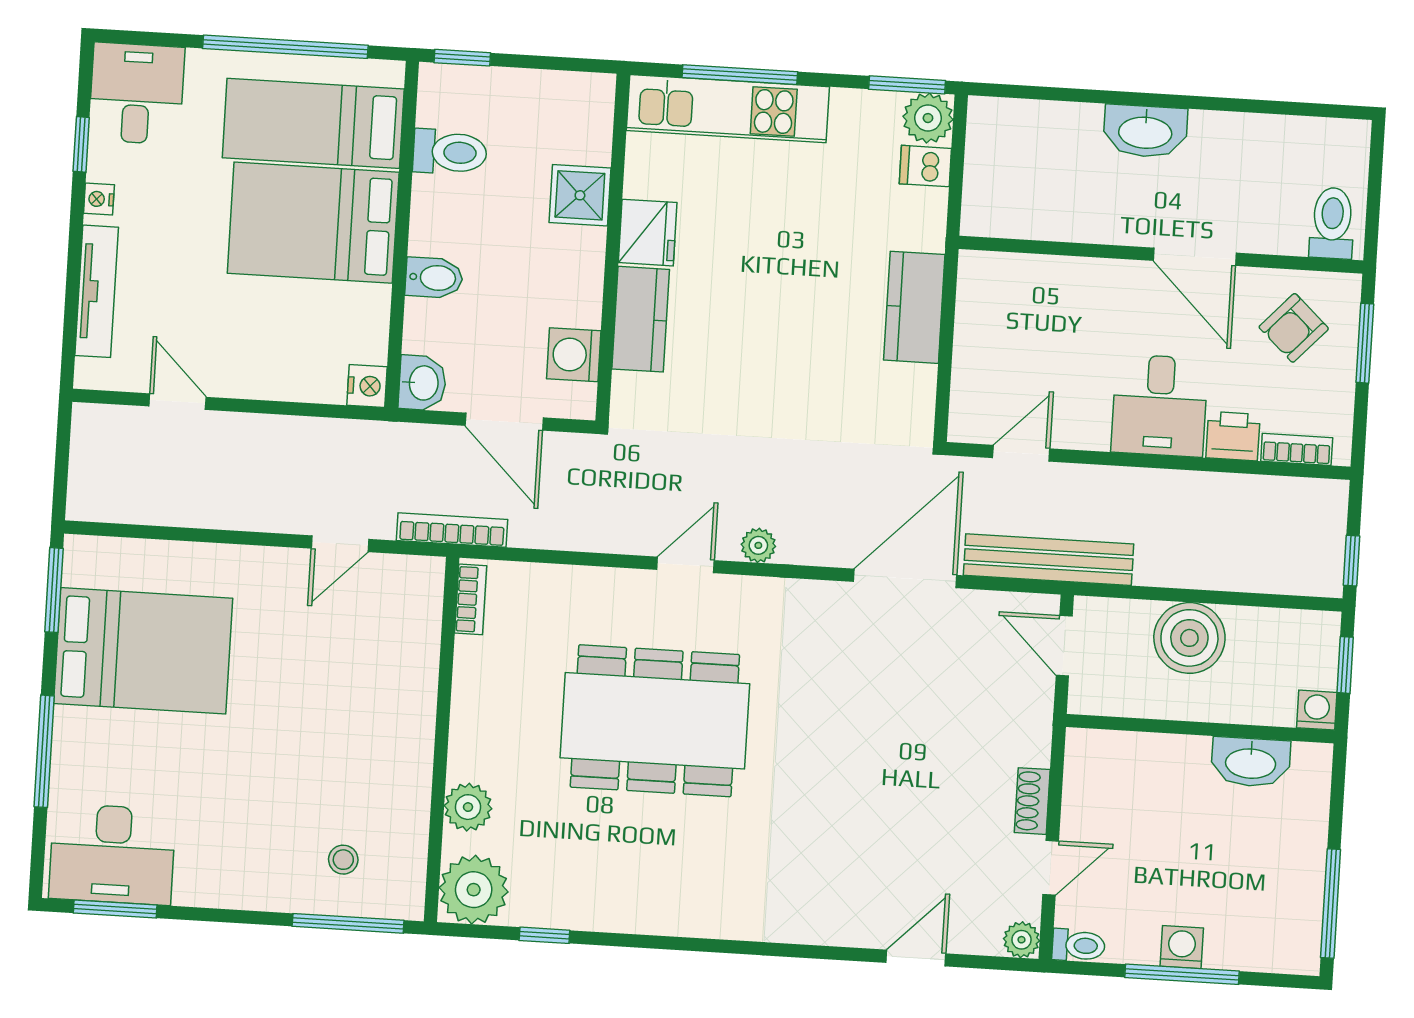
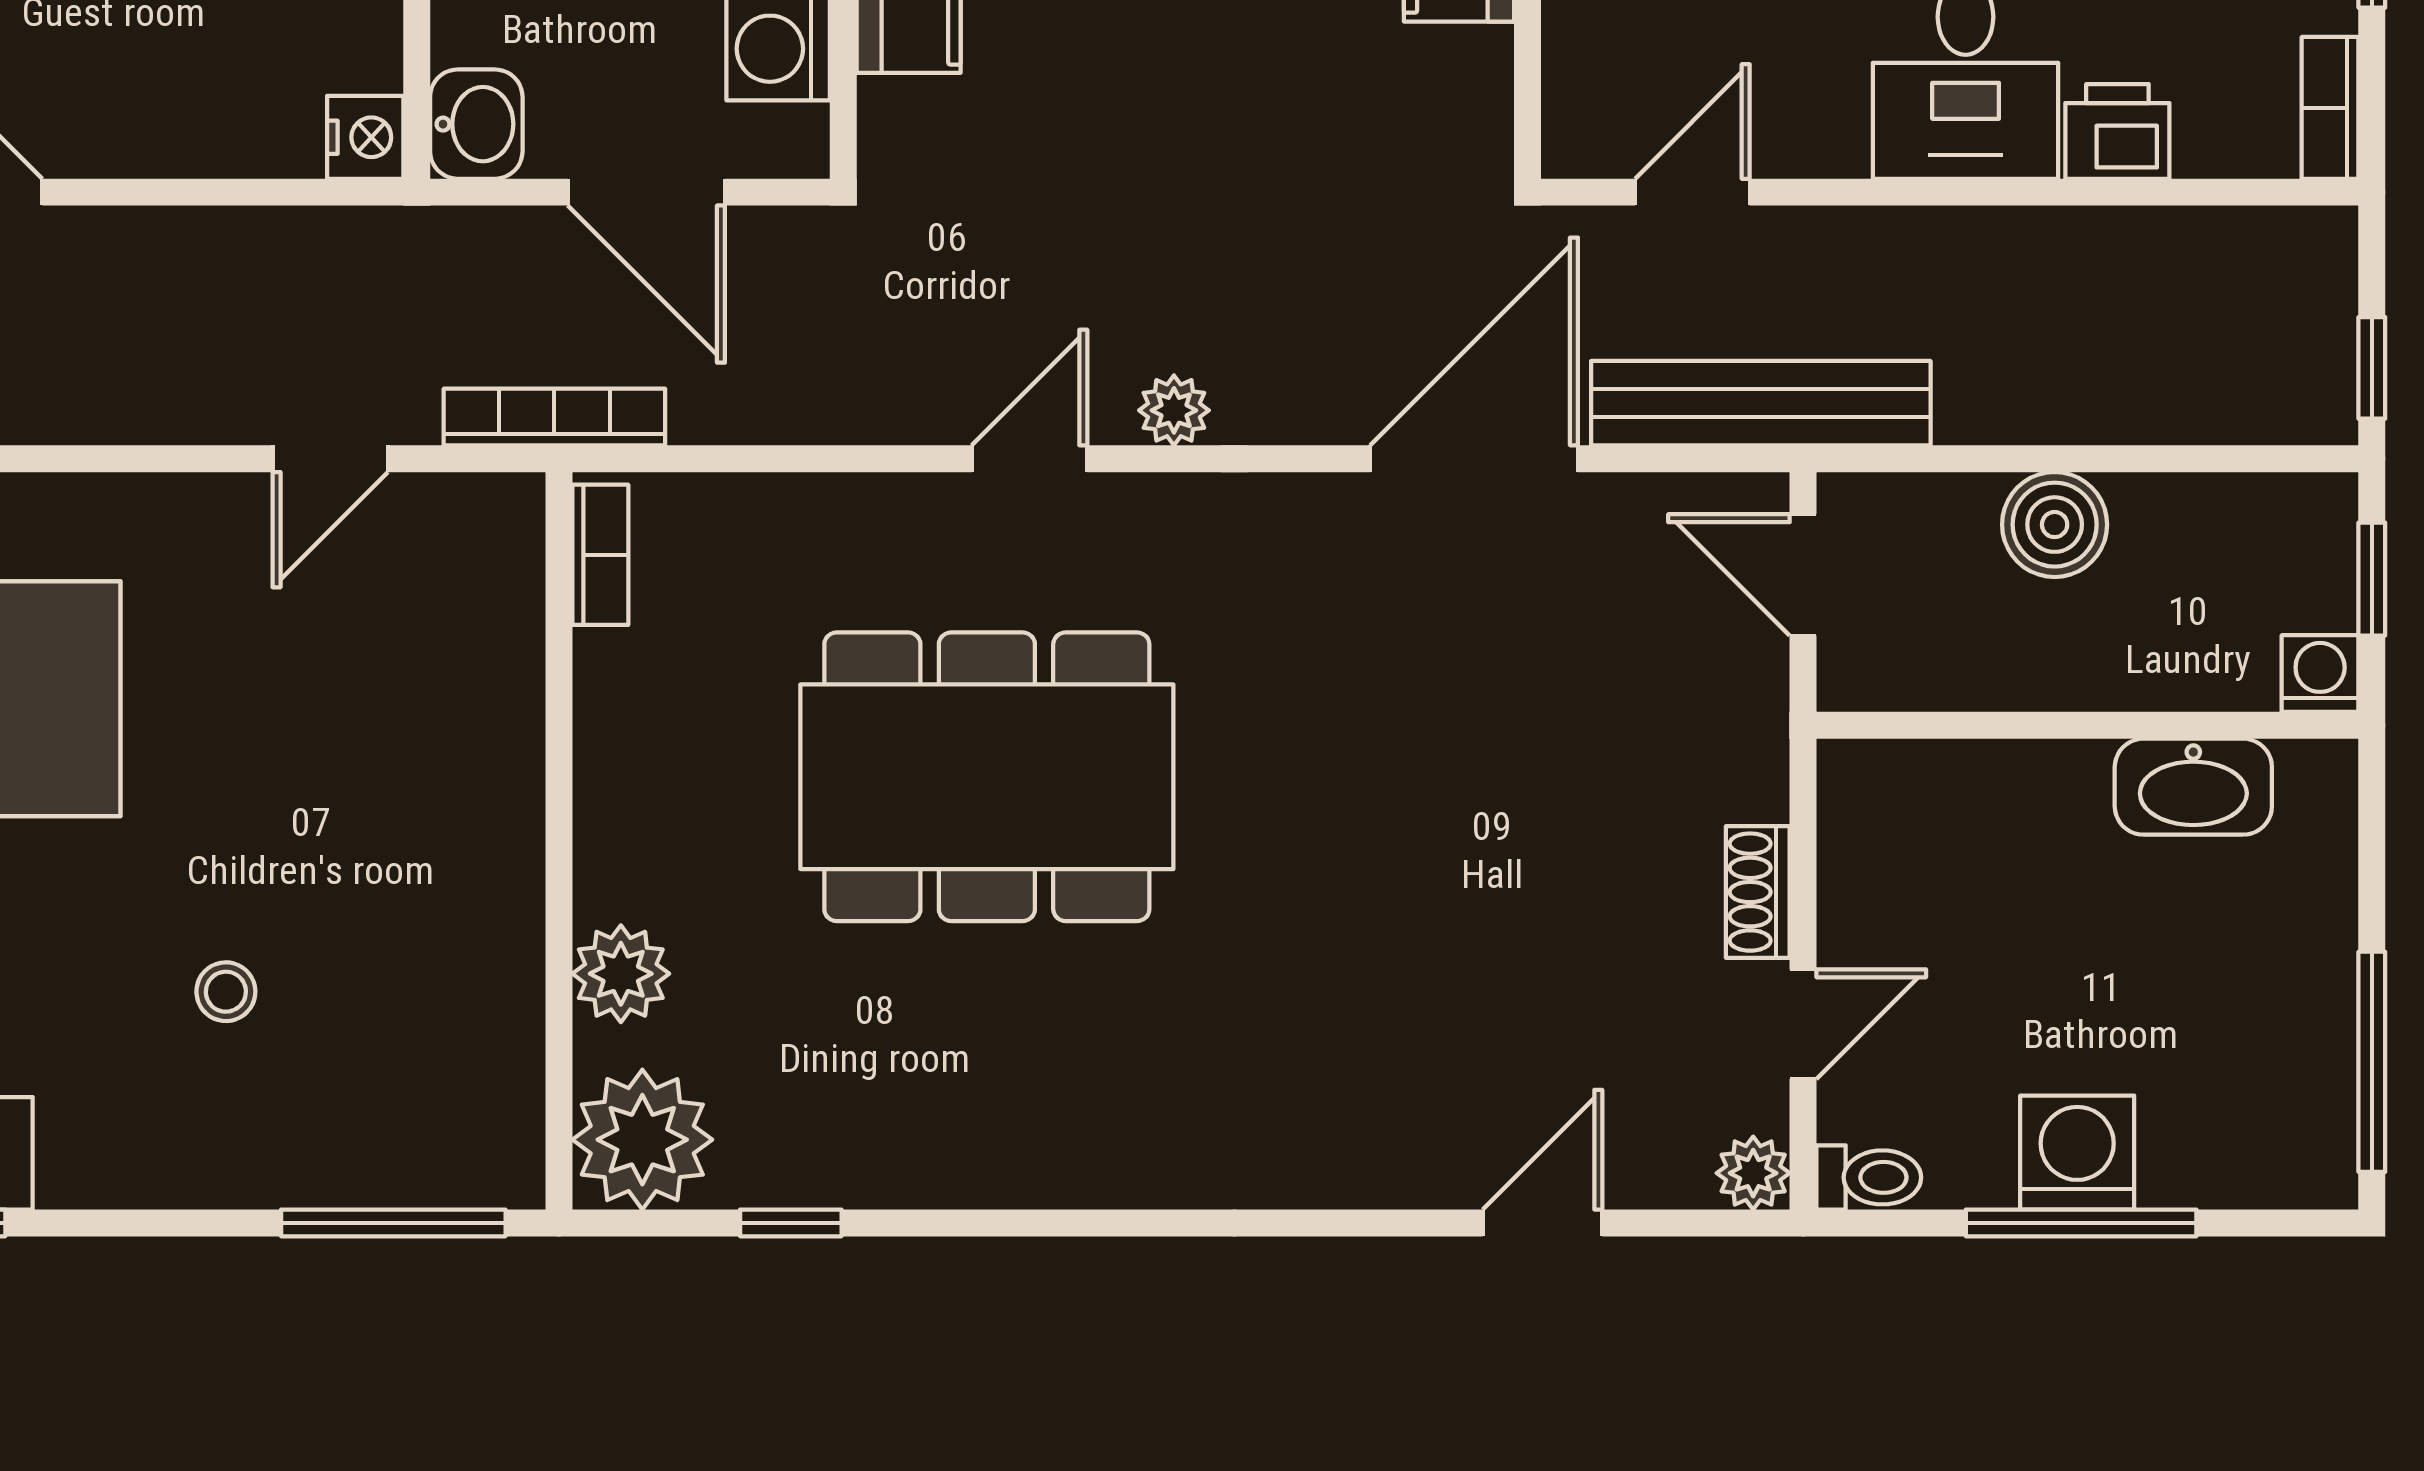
bookcase: (1297, 449) -> (2330, 108), moved, turned -90
boiler: (1189, 638) -> (2055, 525), width x0.73, depth x0.73
stool: (343, 860) -> (226, 992), moved
washing machine: (1182, 947) -> (2077, 1153), width x1.38, depth x1.38

